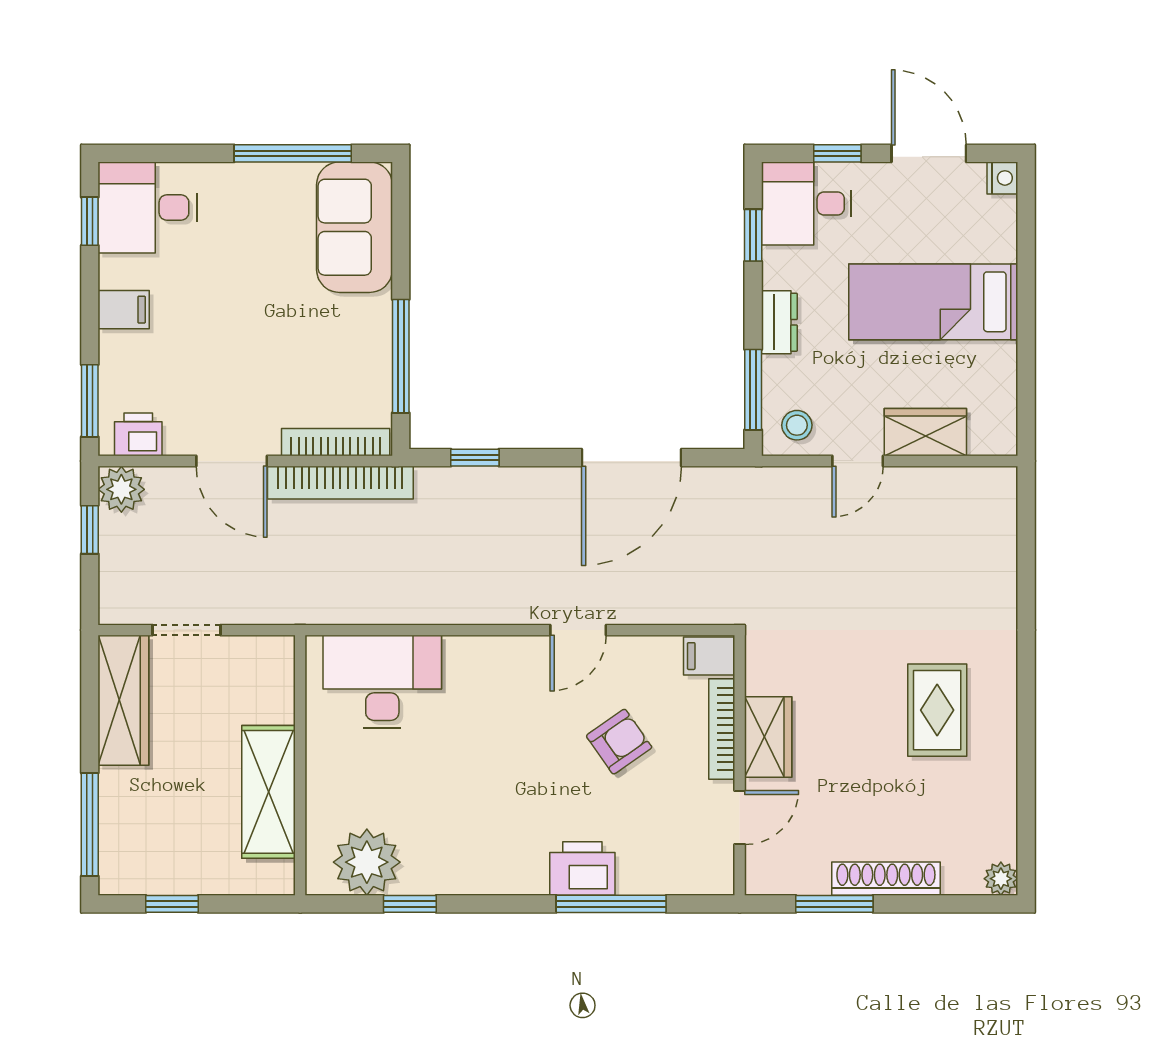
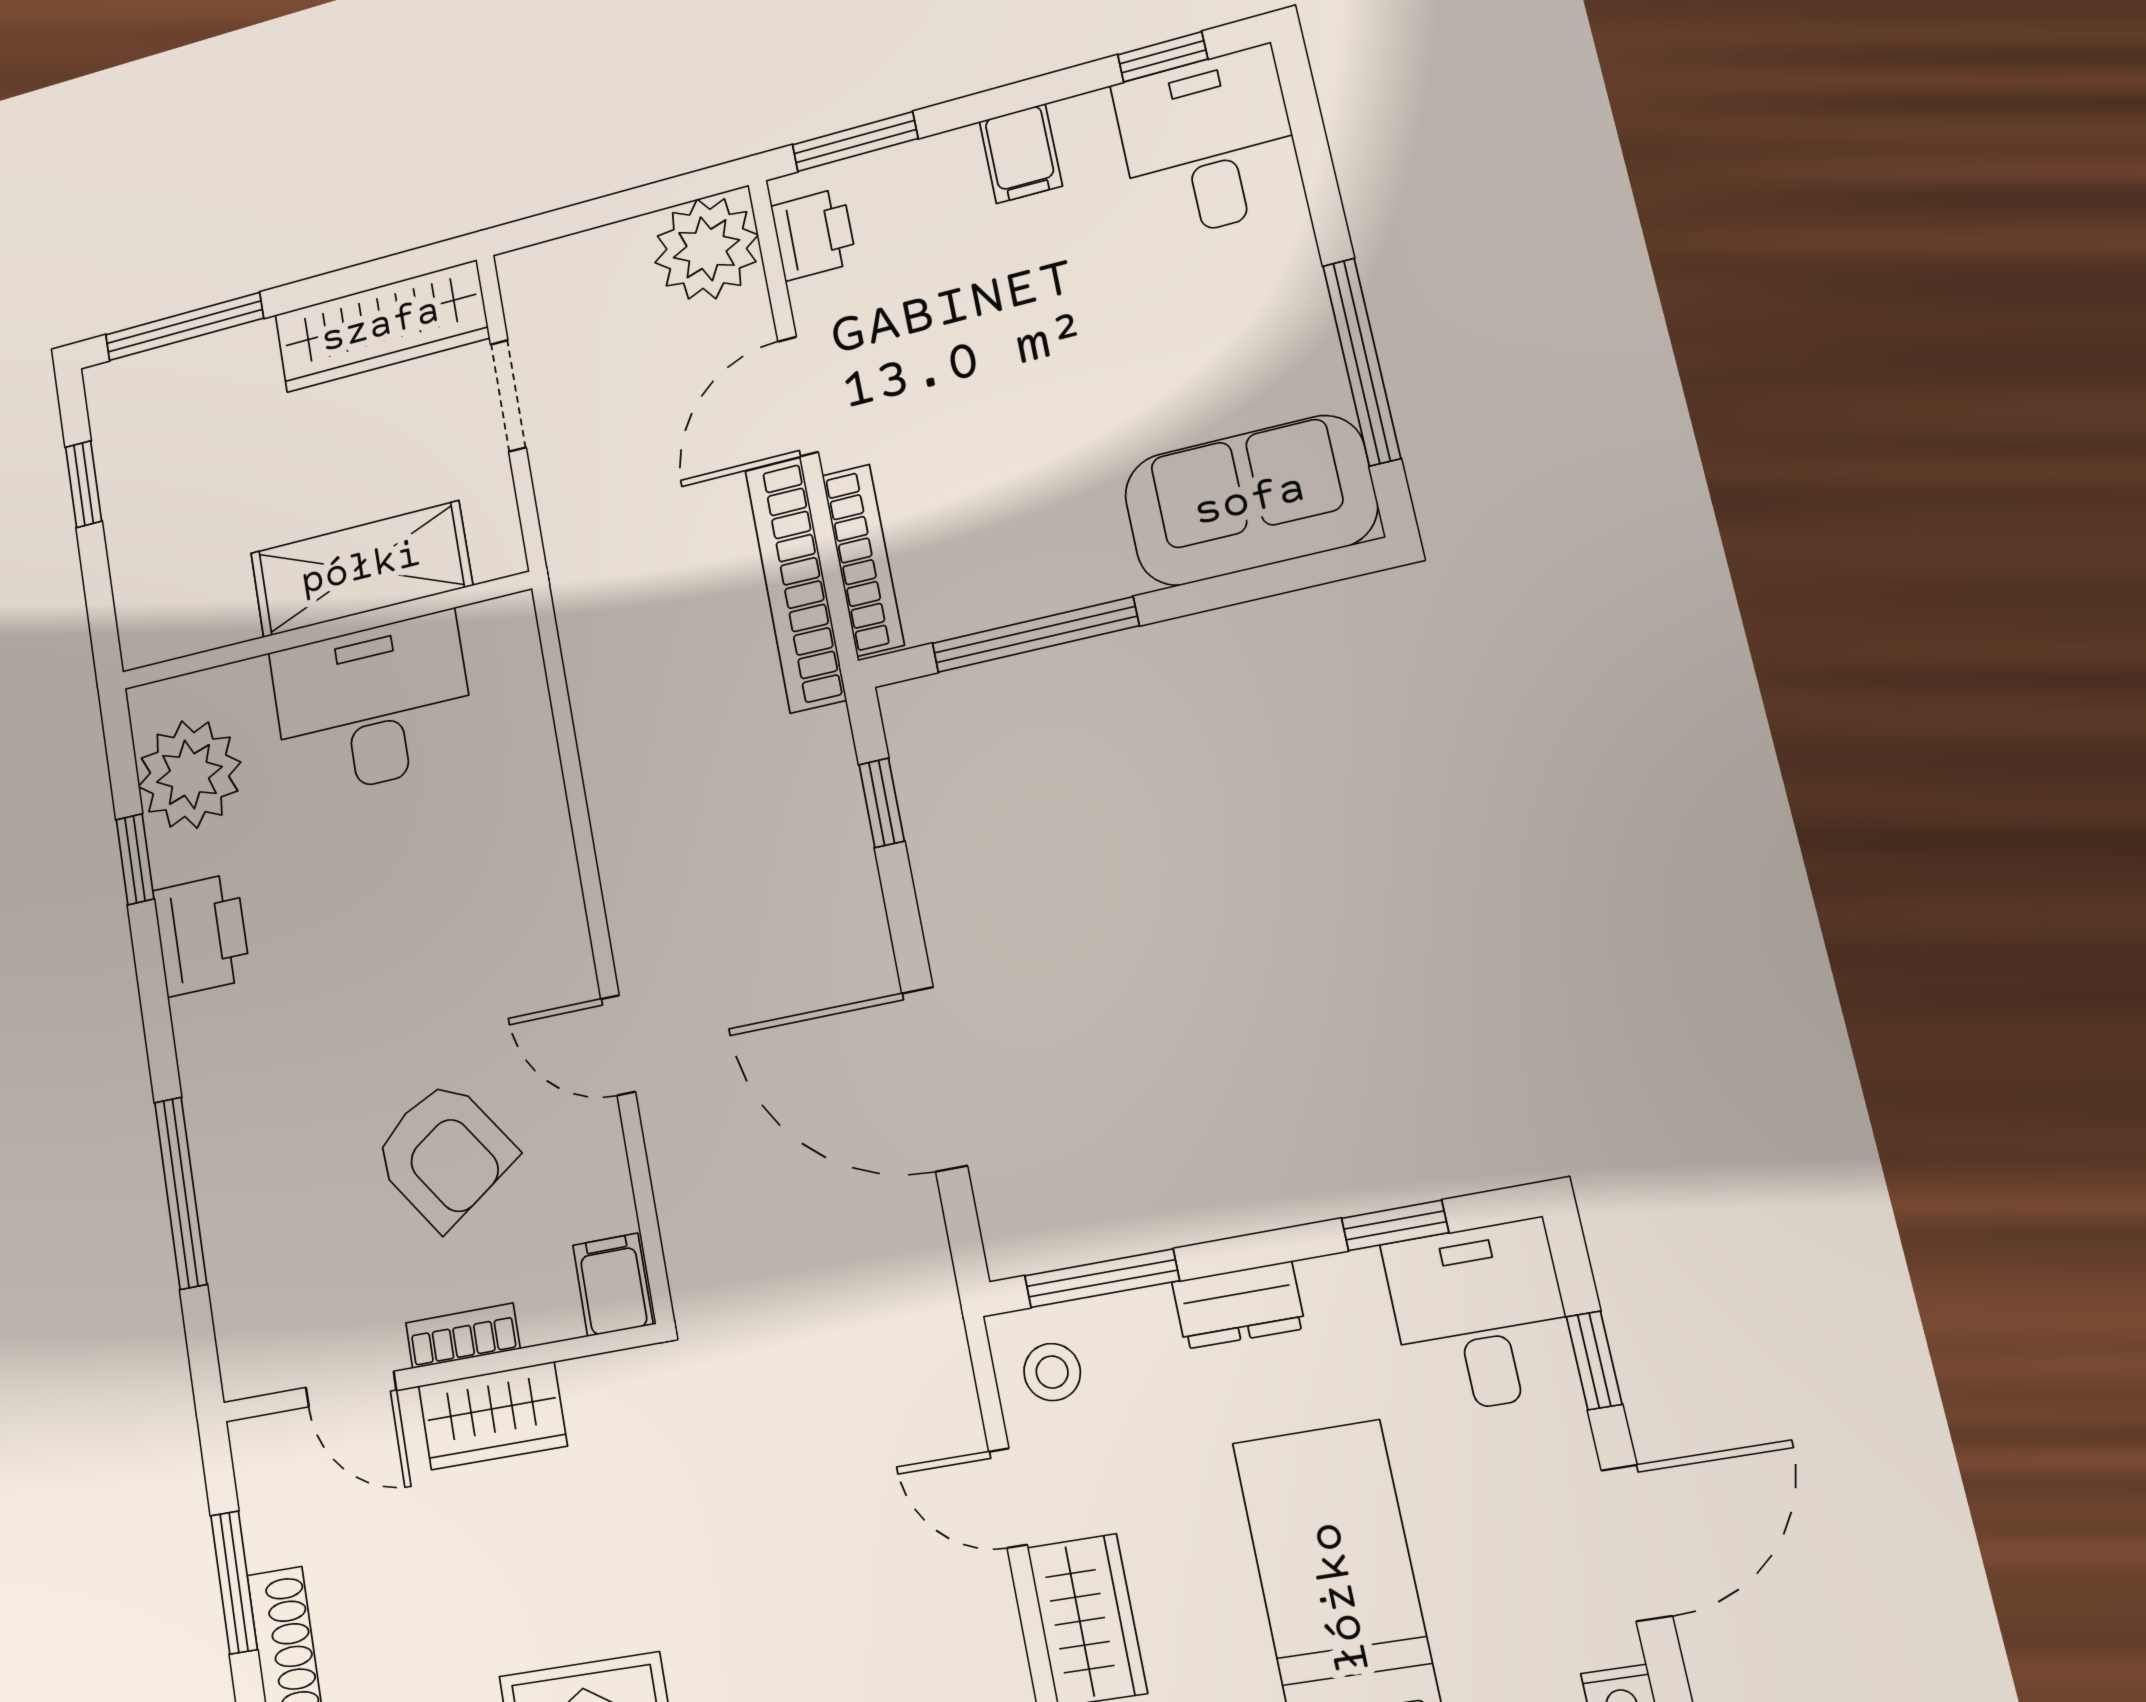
plant: (121, 489) -> (706, 249), width x1.36, depth x1.36
window: (90, 530) -> (643, 200), removed
desk: (382, 682) -> (373, 706), moved, turned -90
bookcase: (722, 729) -> (463, 1336), width x0.64
armchair: (619, 742) -> (444, 1154), width x1.38, depth x1.38
shelving: (268, 792) -> (361, 569), moved
printer: (582, 869) -> (202, 935), moved

